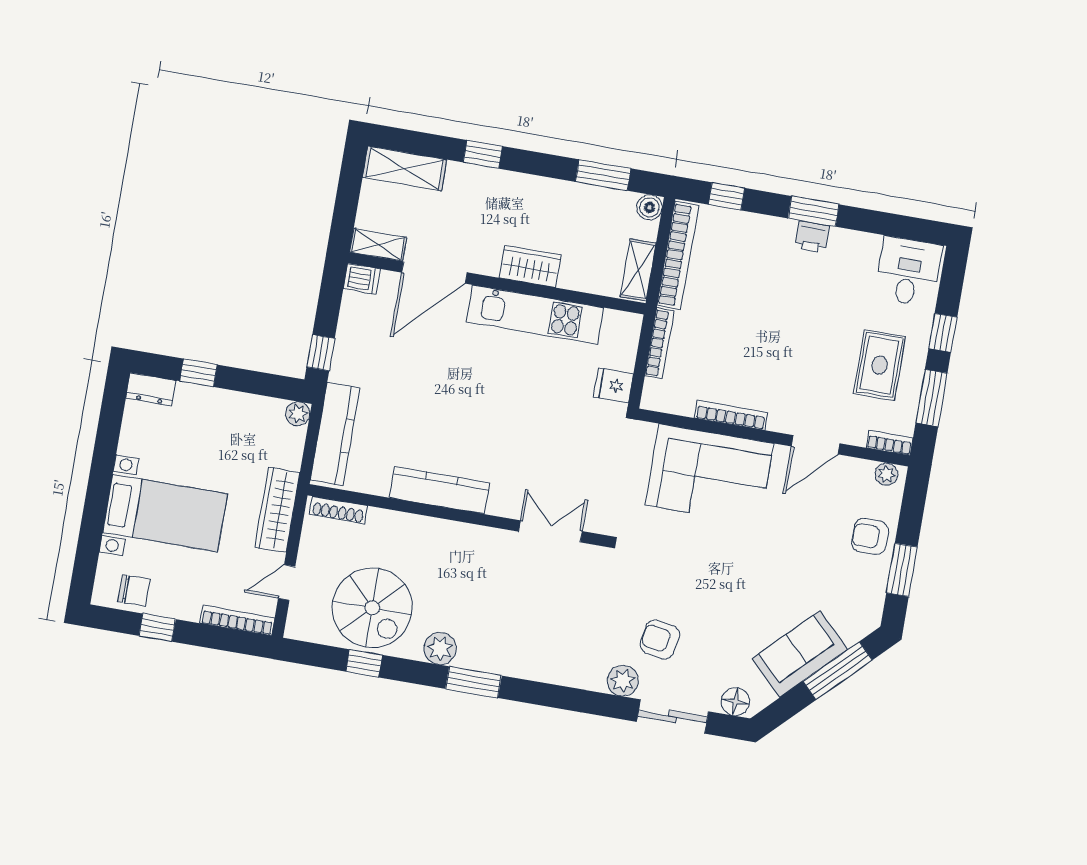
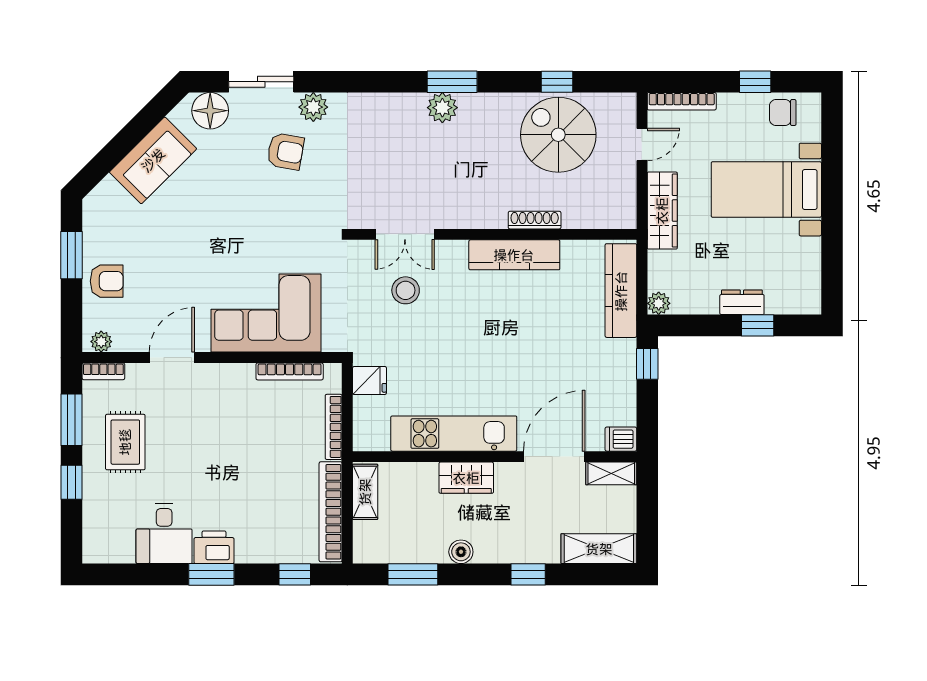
boiler: (649, 207) -> (461, 552), moved
printer: (812, 237) -> (214, 547), width x1.36, depth x1.24
desk: (908, 272) -> (164, 534), moved
dresser: (151, 389) -> (742, 302), moved
bookcase: (731, 415) -> (290, 371), moved
stool: (560, 473) -> (406, 290), added
shoe rack: (338, 510) -> (535, 220), moved
plant: (440, 649) -> (442, 108), moved
window: (838, 671) -> (115, 151), removed
floor lamp: (735, 702) -> (210, 111), width x1.38, depth x1.38

